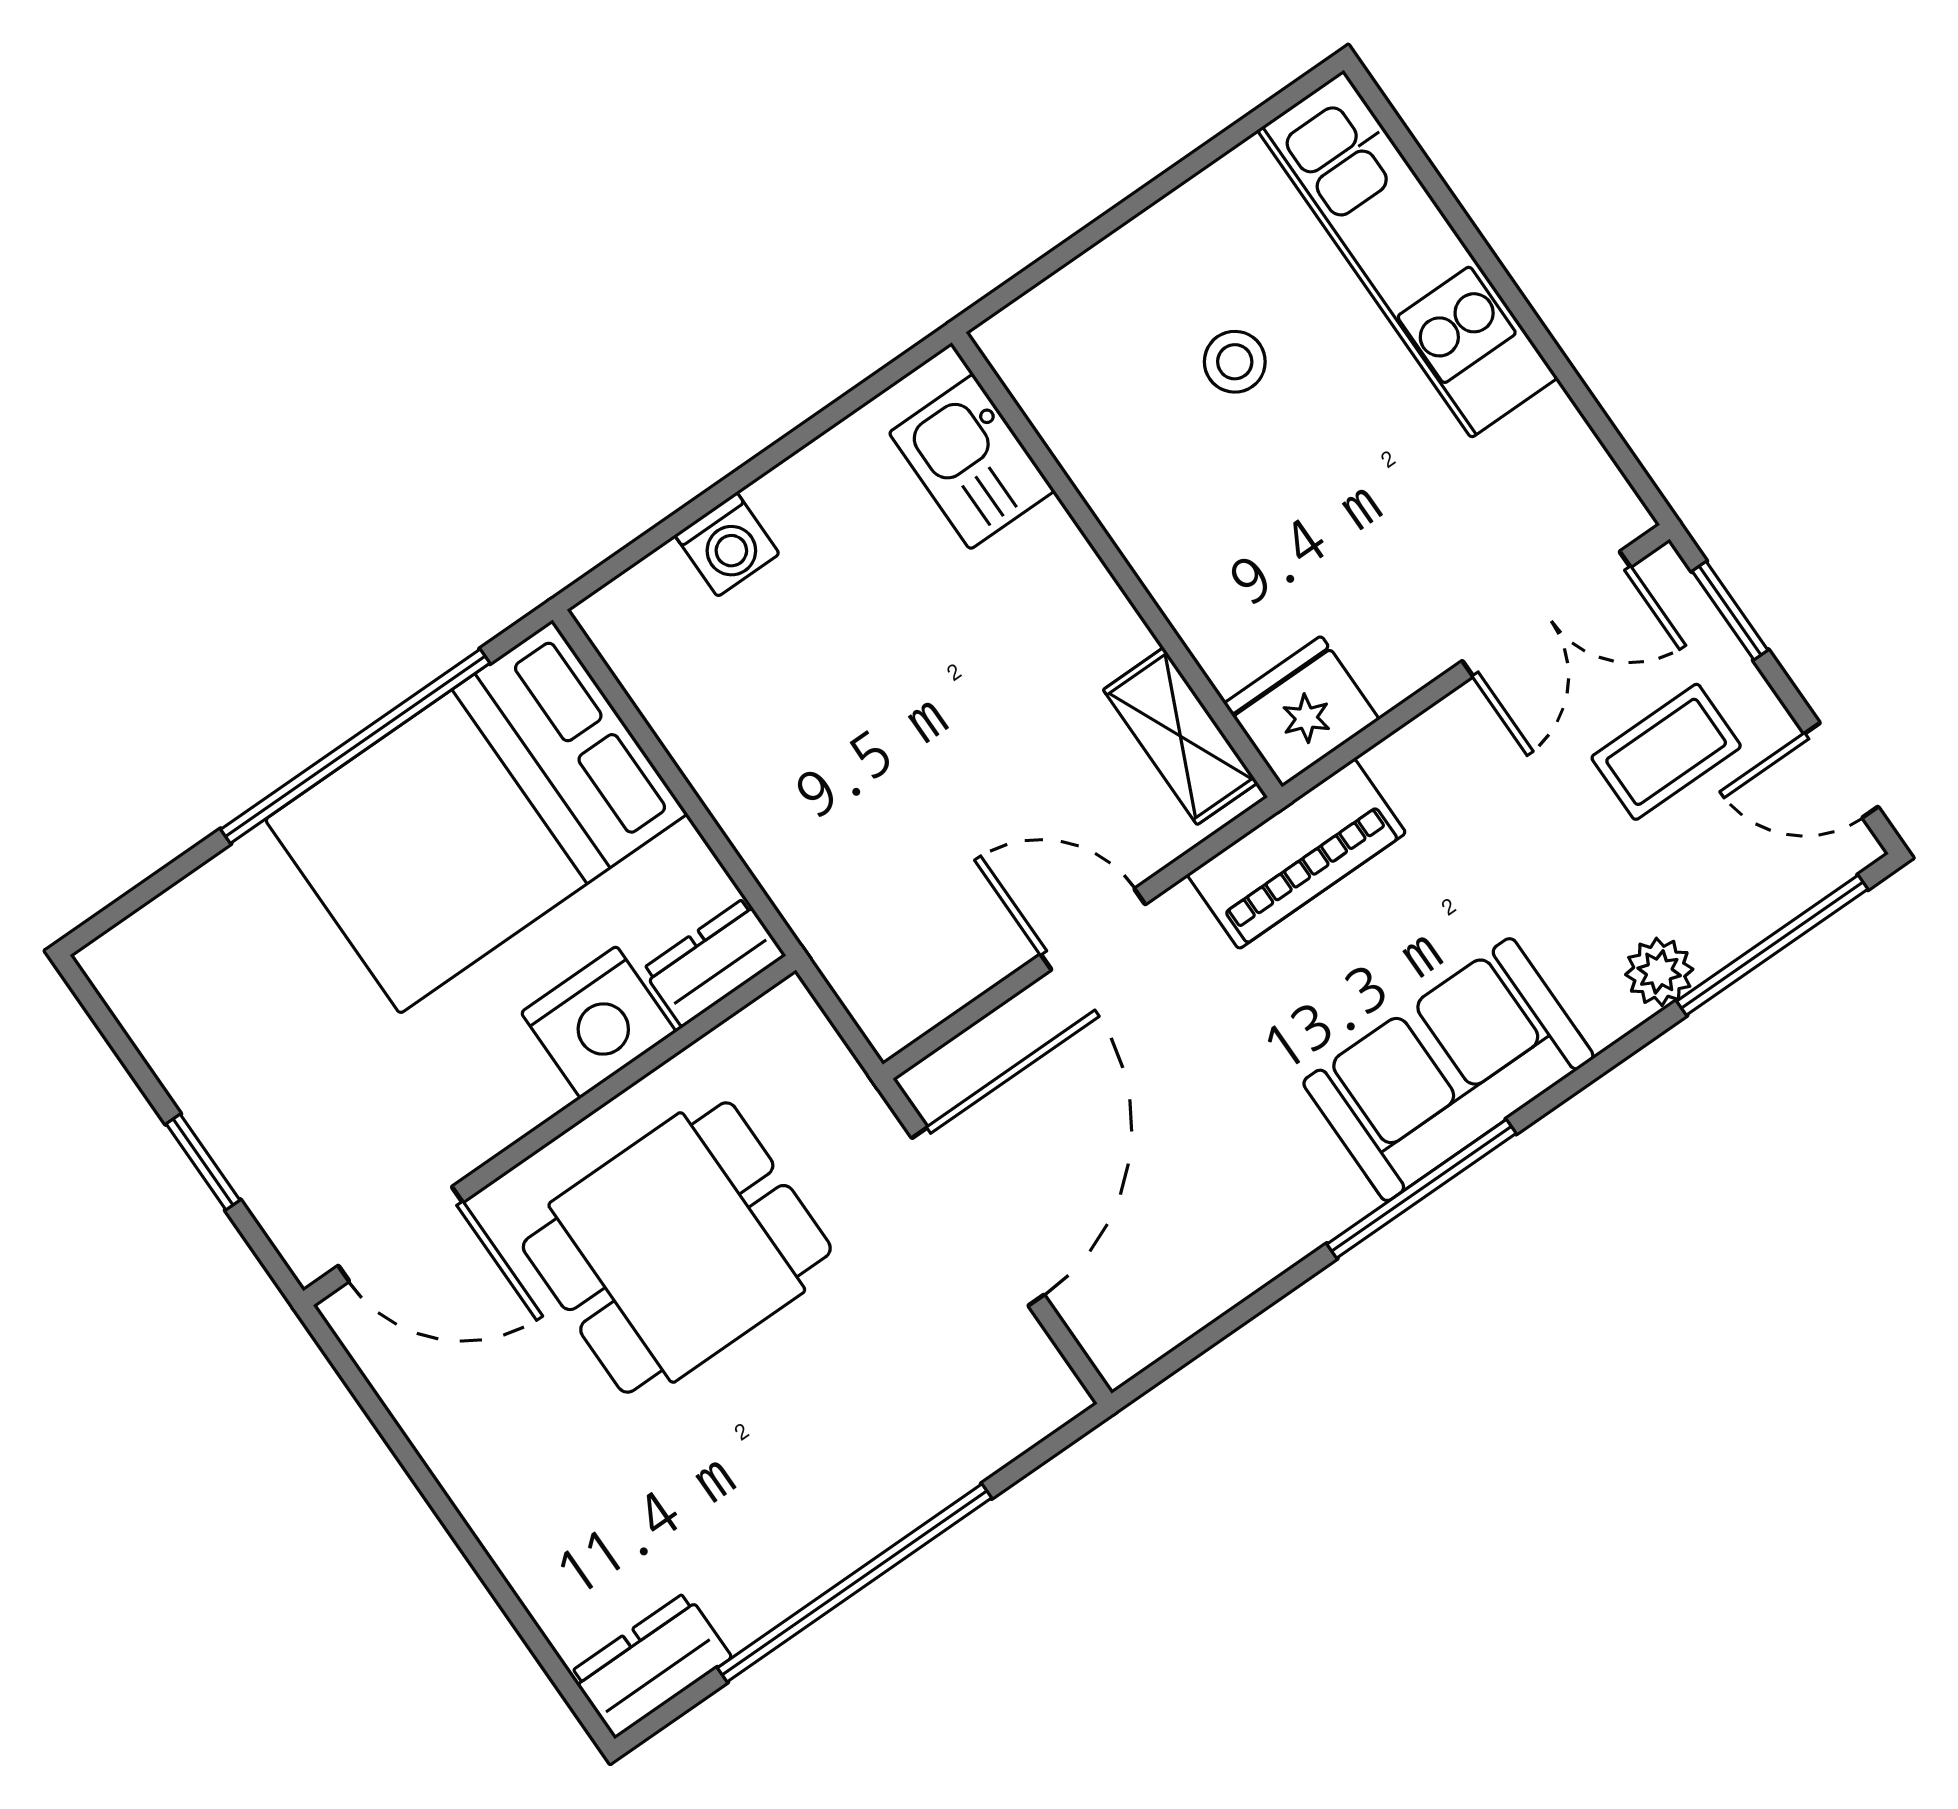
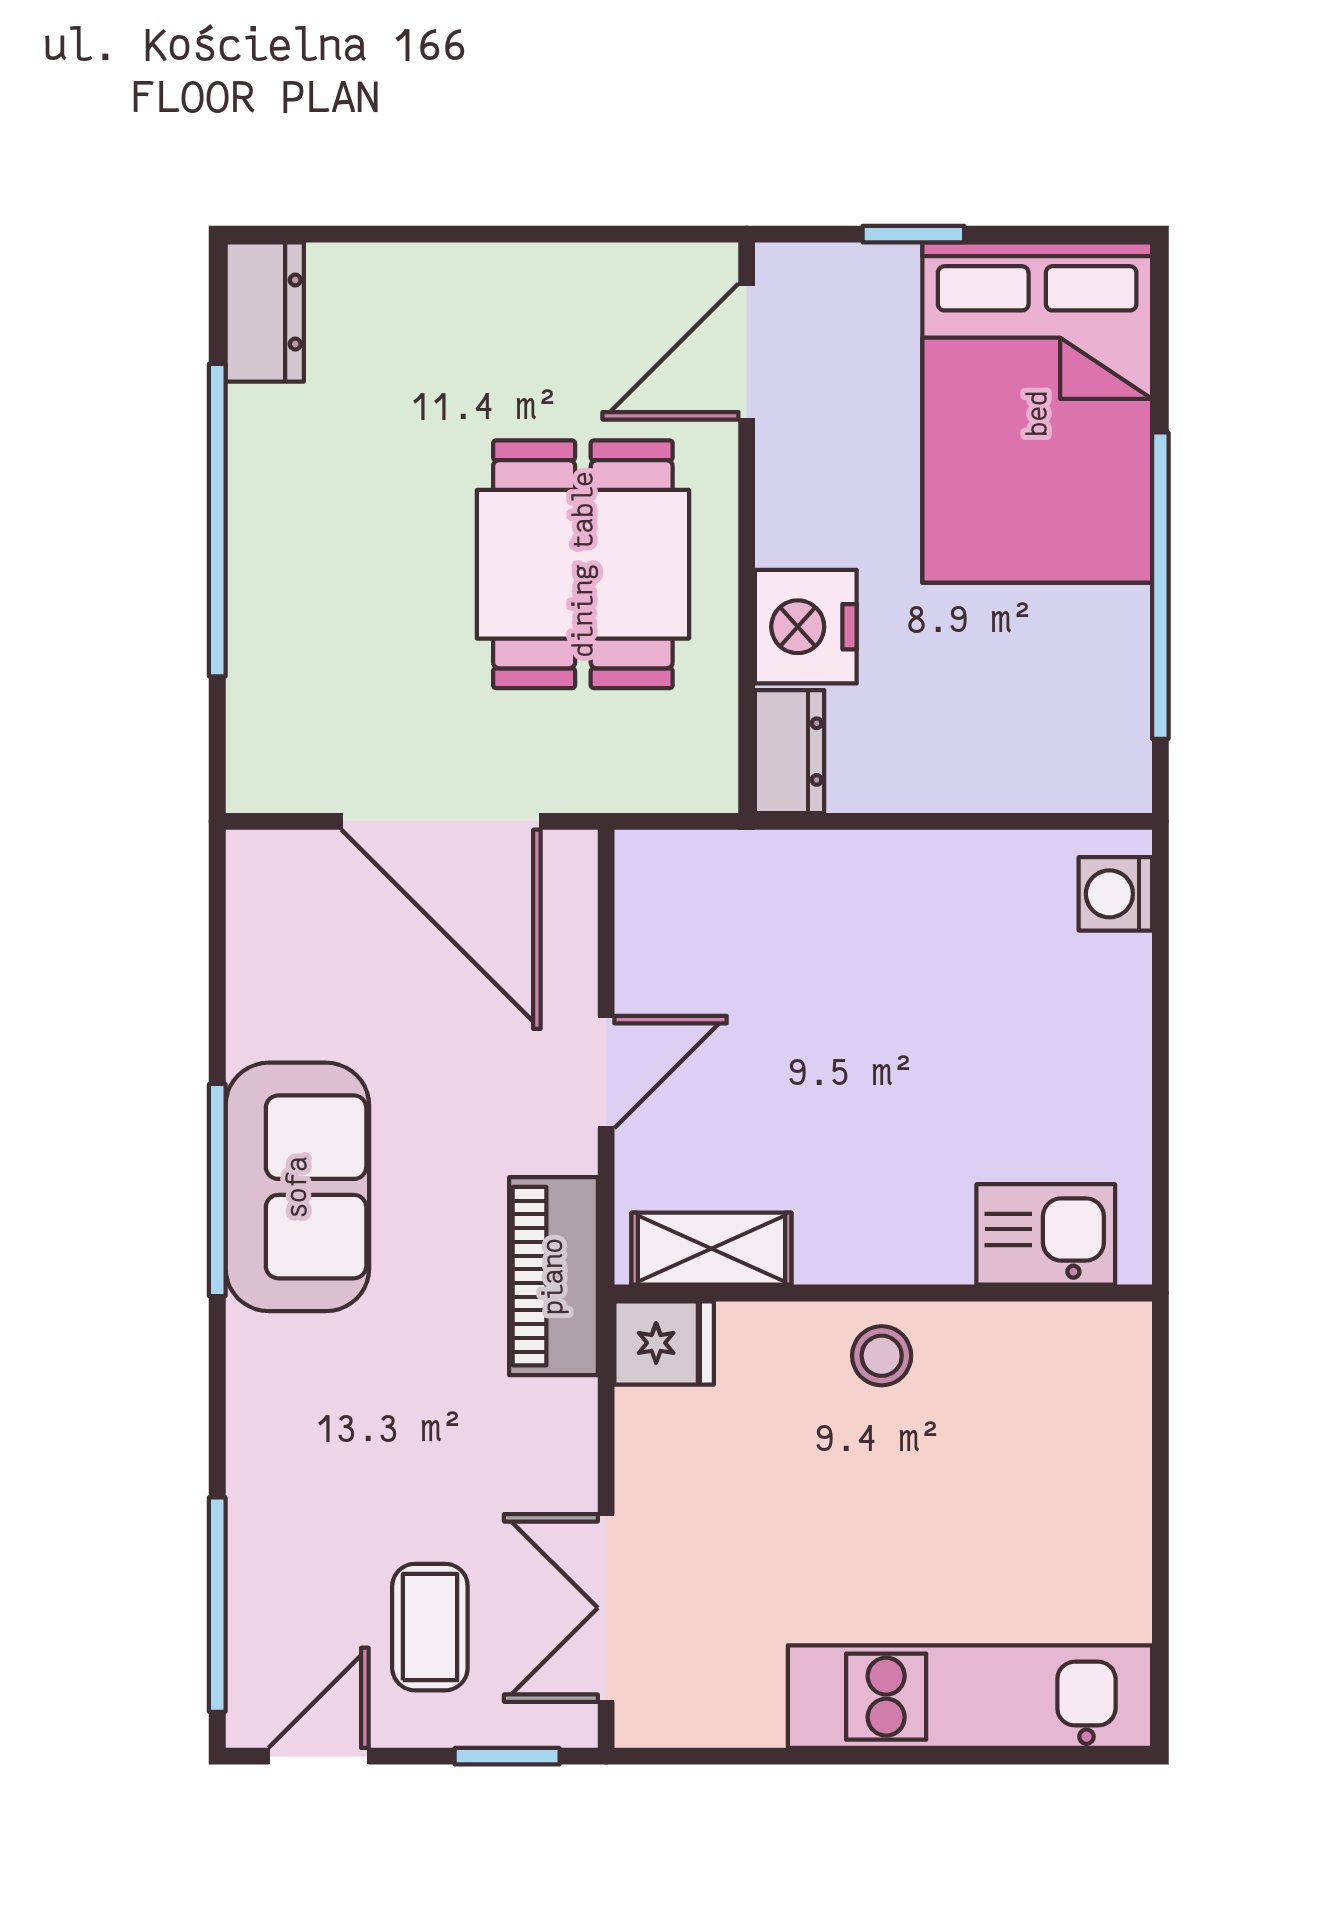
stool: (1235, 362) -> (882, 1356), moved
washing machine: (727, 544) -> (1115, 894), moved
fridge: (1302, 711) -> (664, 1343), width x0.72
bed: (476, 817) -> (1037, 413), moved, turned 180
plant: (1659, 972) -> (258, 1500), removed
sofa: (1448, 1070) -> (297, 1187), moved

